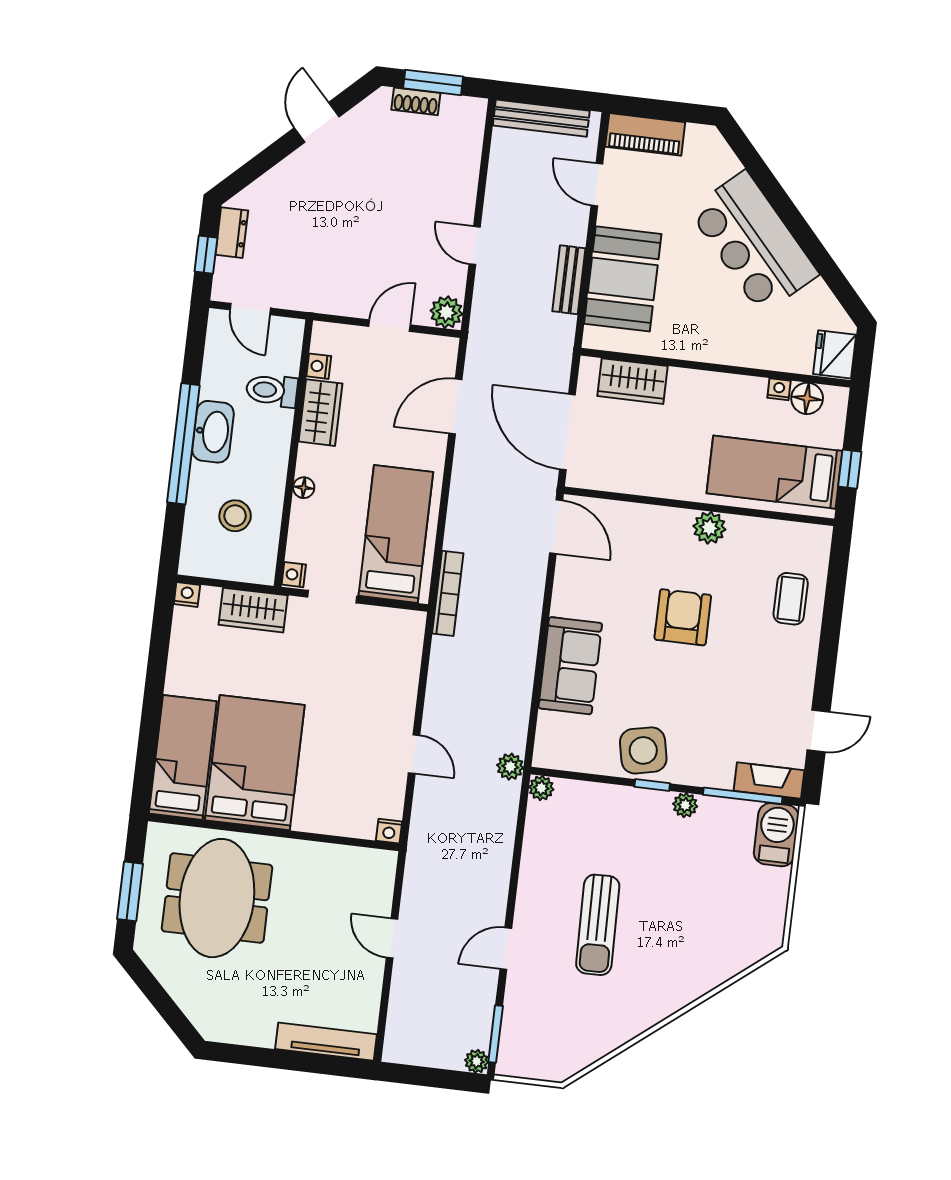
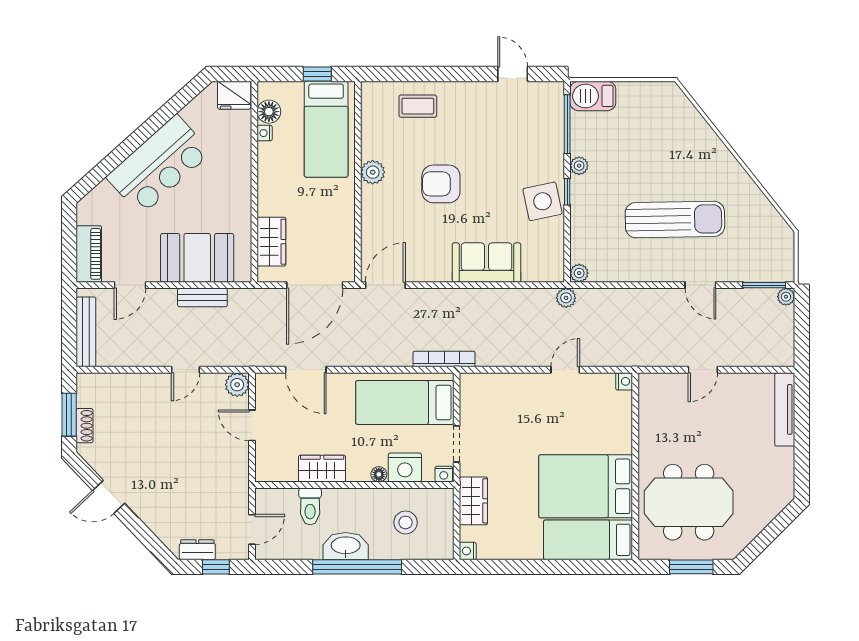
nightstand: (319, 366) -> (405, 467), moved, width x1.89, depth x1.79
fireplace: (769, 780) -> (554, 106), removed
sun lounger: (598, 925) -> (675, 220), width x1.36, depth x1.34

